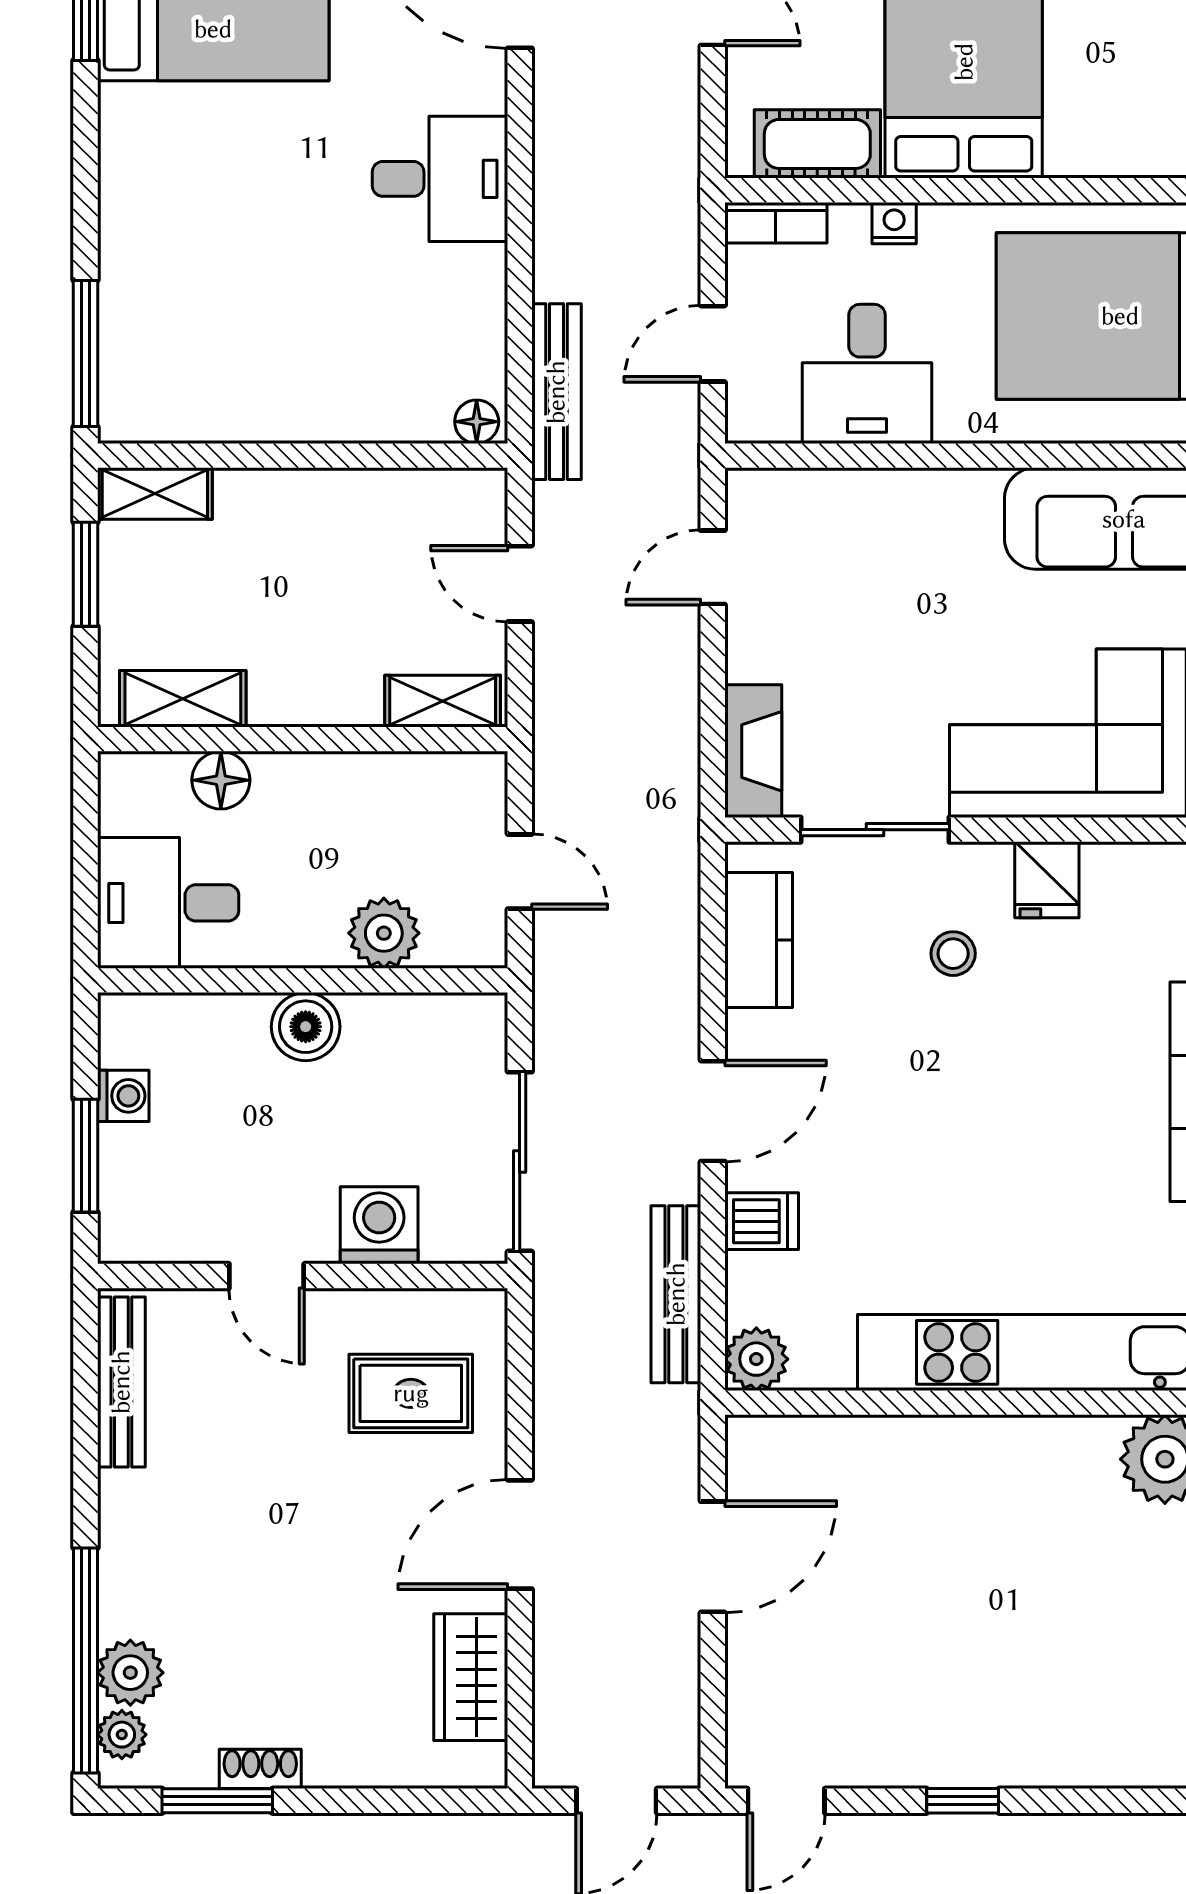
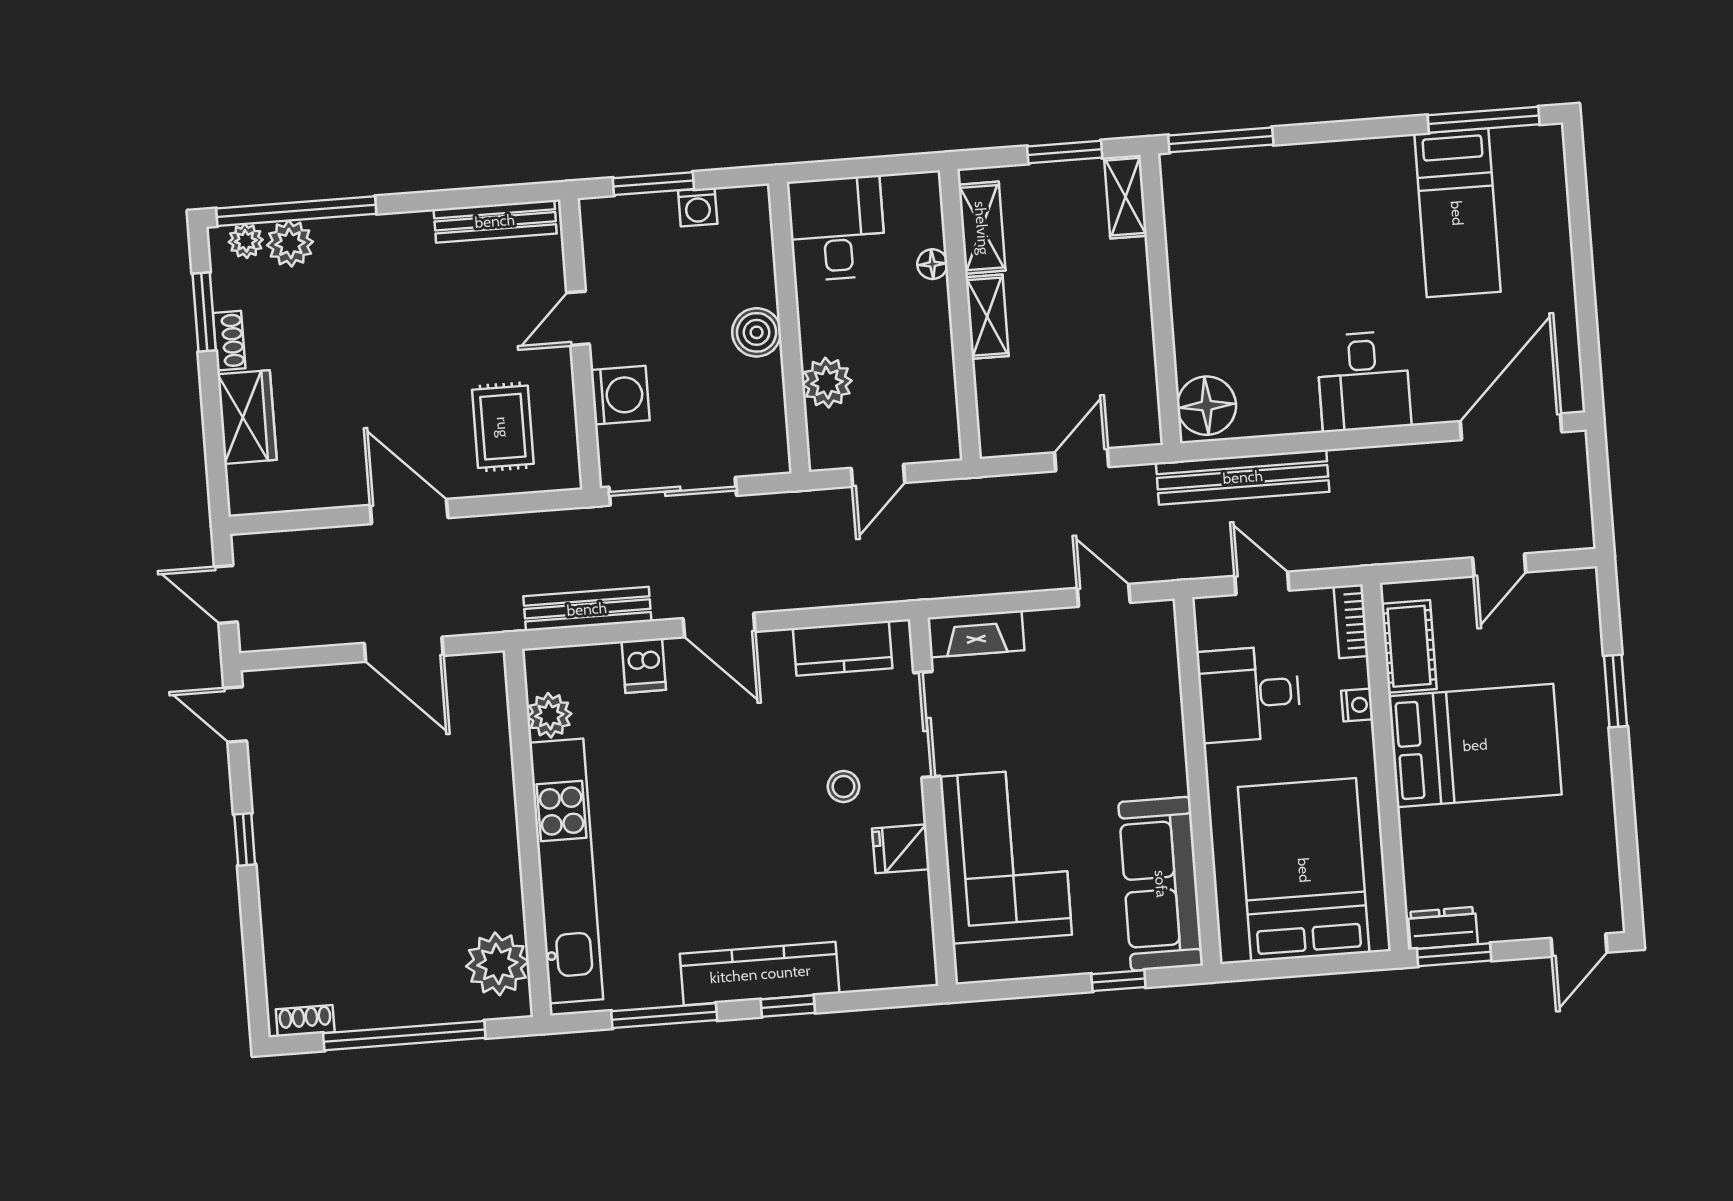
bench: (556, 392) -> (1243, 477), width x1.37, depth x1.21
floor lamp: (477, 422) -> (1207, 406), width x1.89, depth x1.89
shelving: (443, 701) -> (987, 317), moved
floor lamp: (221, 780) -> (932, 264), width x0.73, depth x0.73
plant: (756, 1359) -> (549, 715), moved
wardrobe: (471, 1677) -> (247, 417), moved, turned 90

